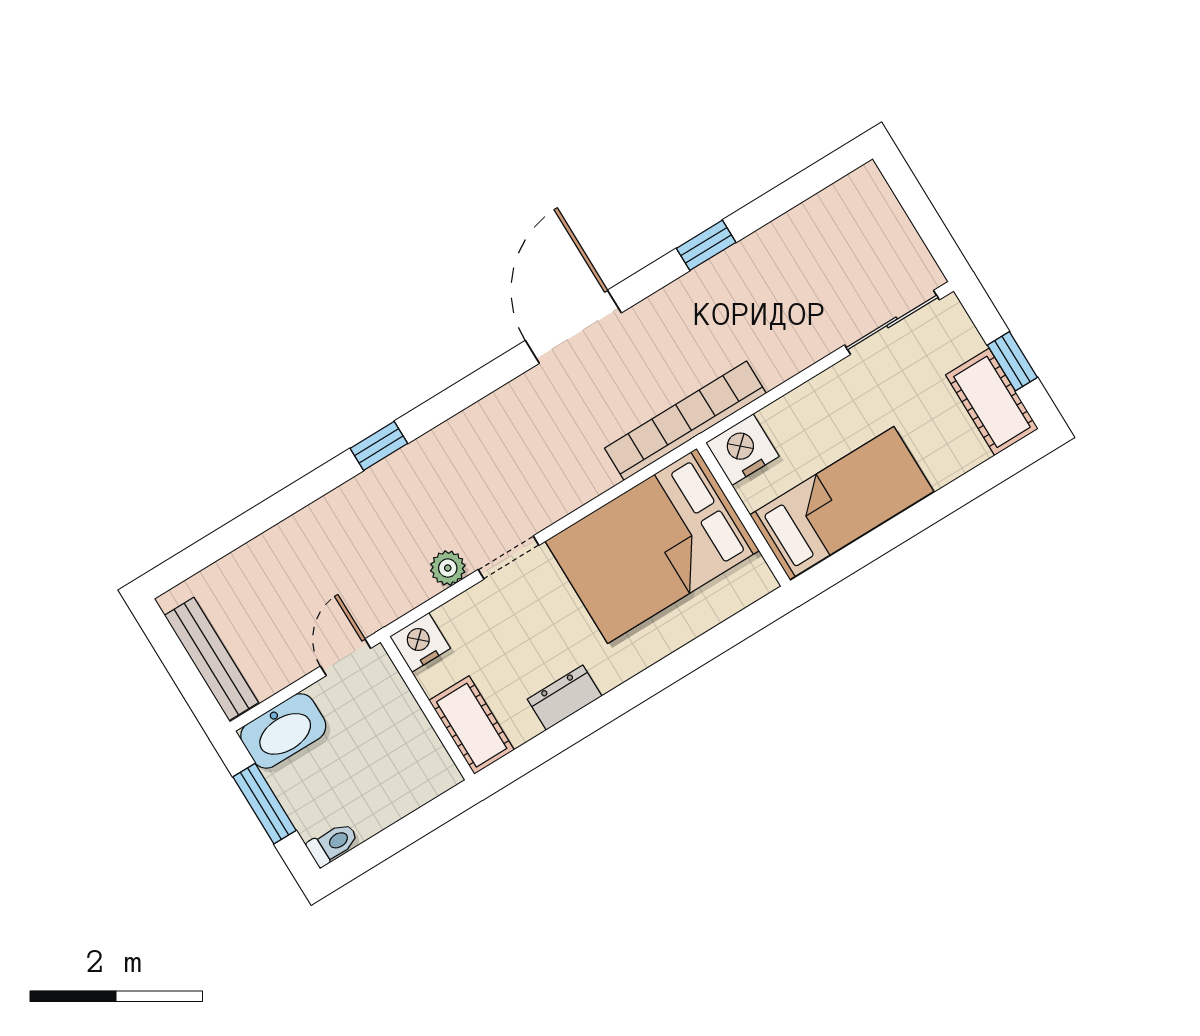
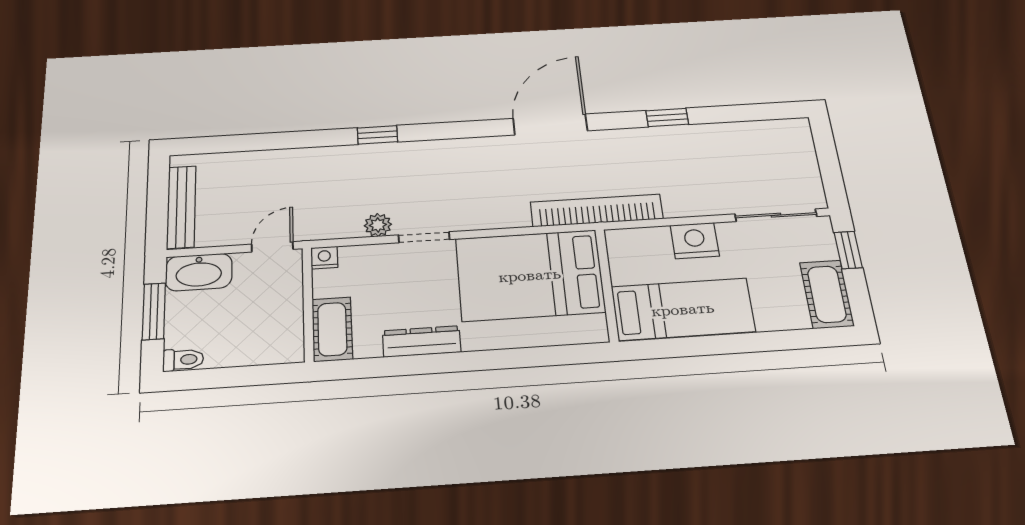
window: (1012, 361) -> (848, 250), moved
nightstand: (742, 450) -> (695, 241), moved
nightstand: (420, 642) -> (324, 258), width x0.72, depth x0.74
dresser: (565, 698) -> (422, 341), width x1.44

